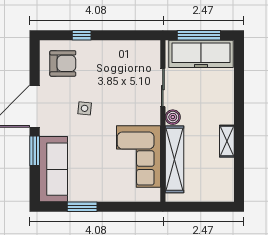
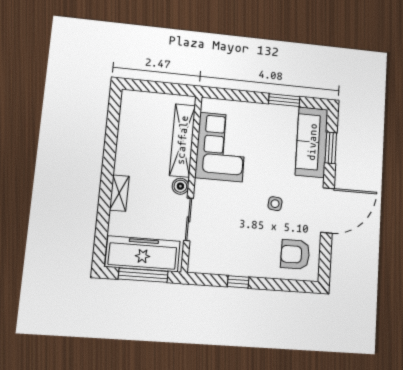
window: (82, 35) -> (238, 282), moved
shelving: (227, 141) -> (119, 193), moved
window: (35, 151) -> (331, 148), moved

